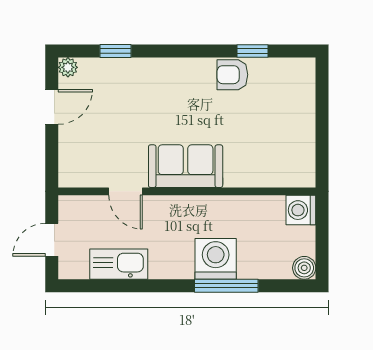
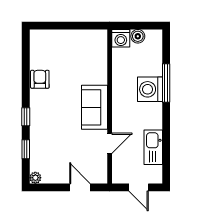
window: (253, 51) -> (26, 117), moved
armchair: (232, 75) -> (40, 79), turned 180
door: (52, 107) -> (80, 187), moved
boiler: (304, 268) -> (138, 36), moved

